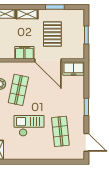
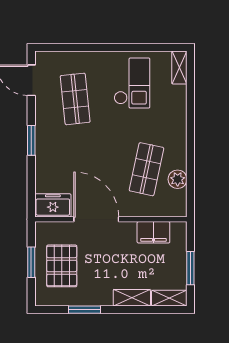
pallet: (52, 34) -> (62, 266), moved
filing cabinet: (24, 53) -> (153, 232), moved
checkout: (29, 126) -> (132, 83), moved, turned -90

